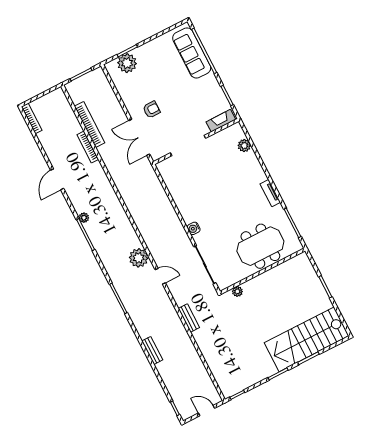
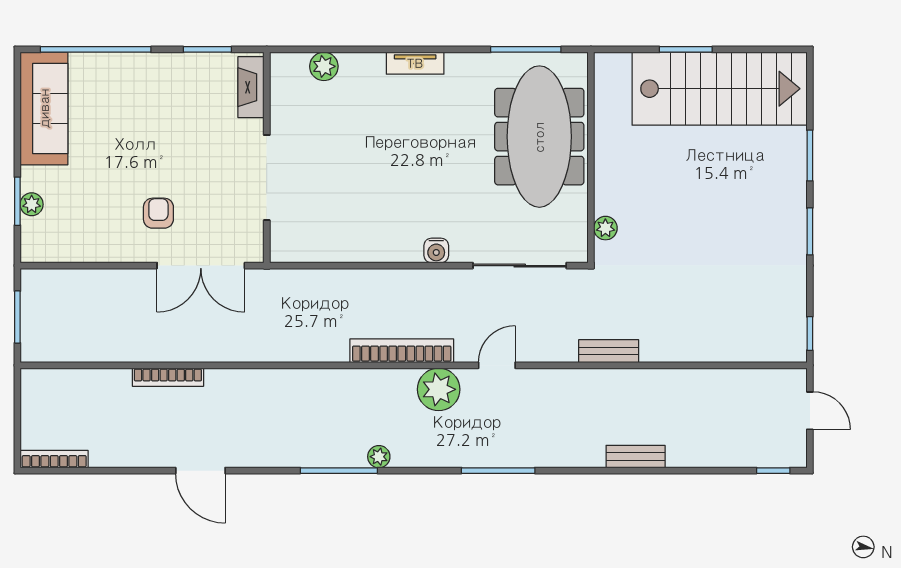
sofa: (192, 53) -> (44, 108), moved, turned -90
plant: (127, 63) -> (32, 204), width x0.53, depth x0.53
bookcase: (90, 125) -> (402, 351), moved
tv unit: (270, 193) -> (415, 63), moved
plant: (84, 218) -> (379, 457), moved
meeting table: (260, 246) -> (539, 137), width x1.36
stairs: (307, 339) -> (720, 89), moved, turned -90
door: (206, 411) -> (810, 411), swing flipped

